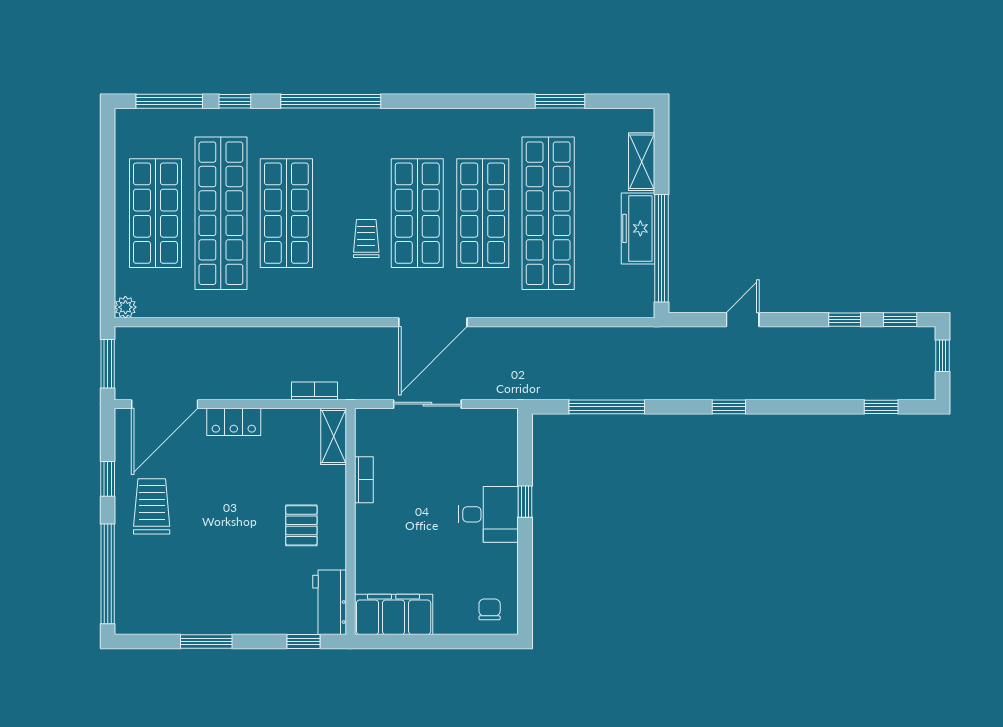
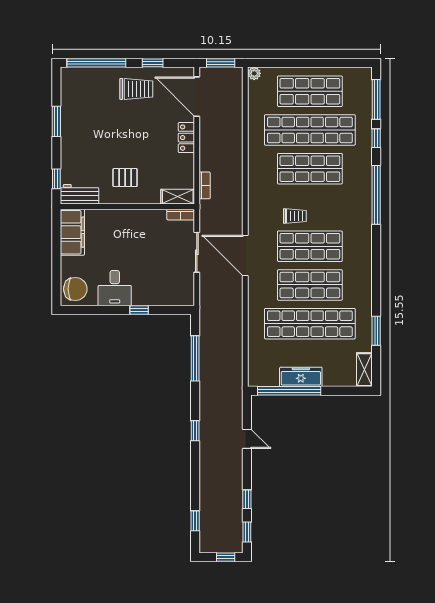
shelving: (642, 162) -> (364, 370), moved, turned 90
bookcase: (364, 480) -> (181, 215), moved
desk: (488, 514) -> (115, 288), moved
chair: (490, 609) -> (75, 289), width x1.87, depth x1.87

